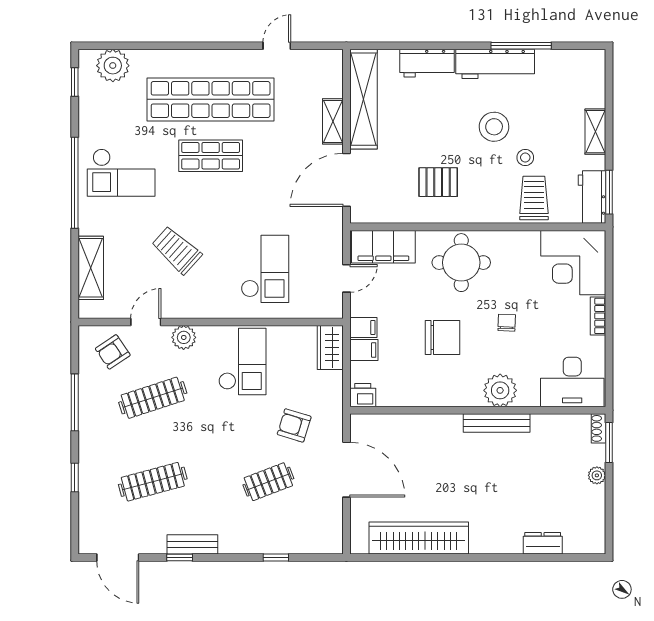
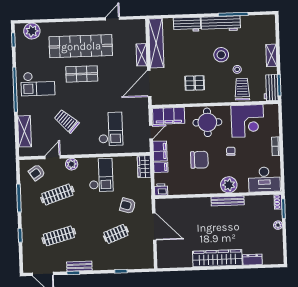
corner desk: (573, 263) -> (247, 121), moved, turned -90
filing cabinet: (363, 327) -> (160, 151), width x2.00
wardrobe: (419, 538) -> (217, 258), moved

